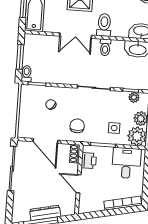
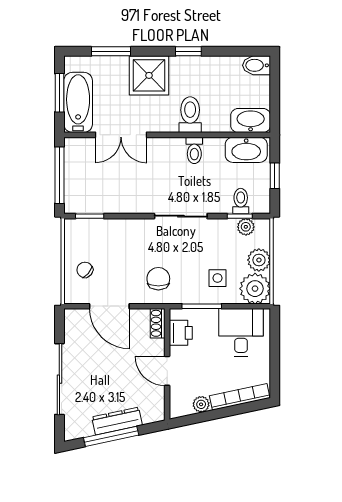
double door: (76, 36) -> (121, 135), moved
window: (20, 57) -> (59, 175), width x1.44
toilet: (27, 74) -> (241, 201), moved
chair: (51, 104) -> (85, 270), moved
sliding door: (12, 169) -> (59, 379), moved
plant: (98, 206) -> (201, 404), added

